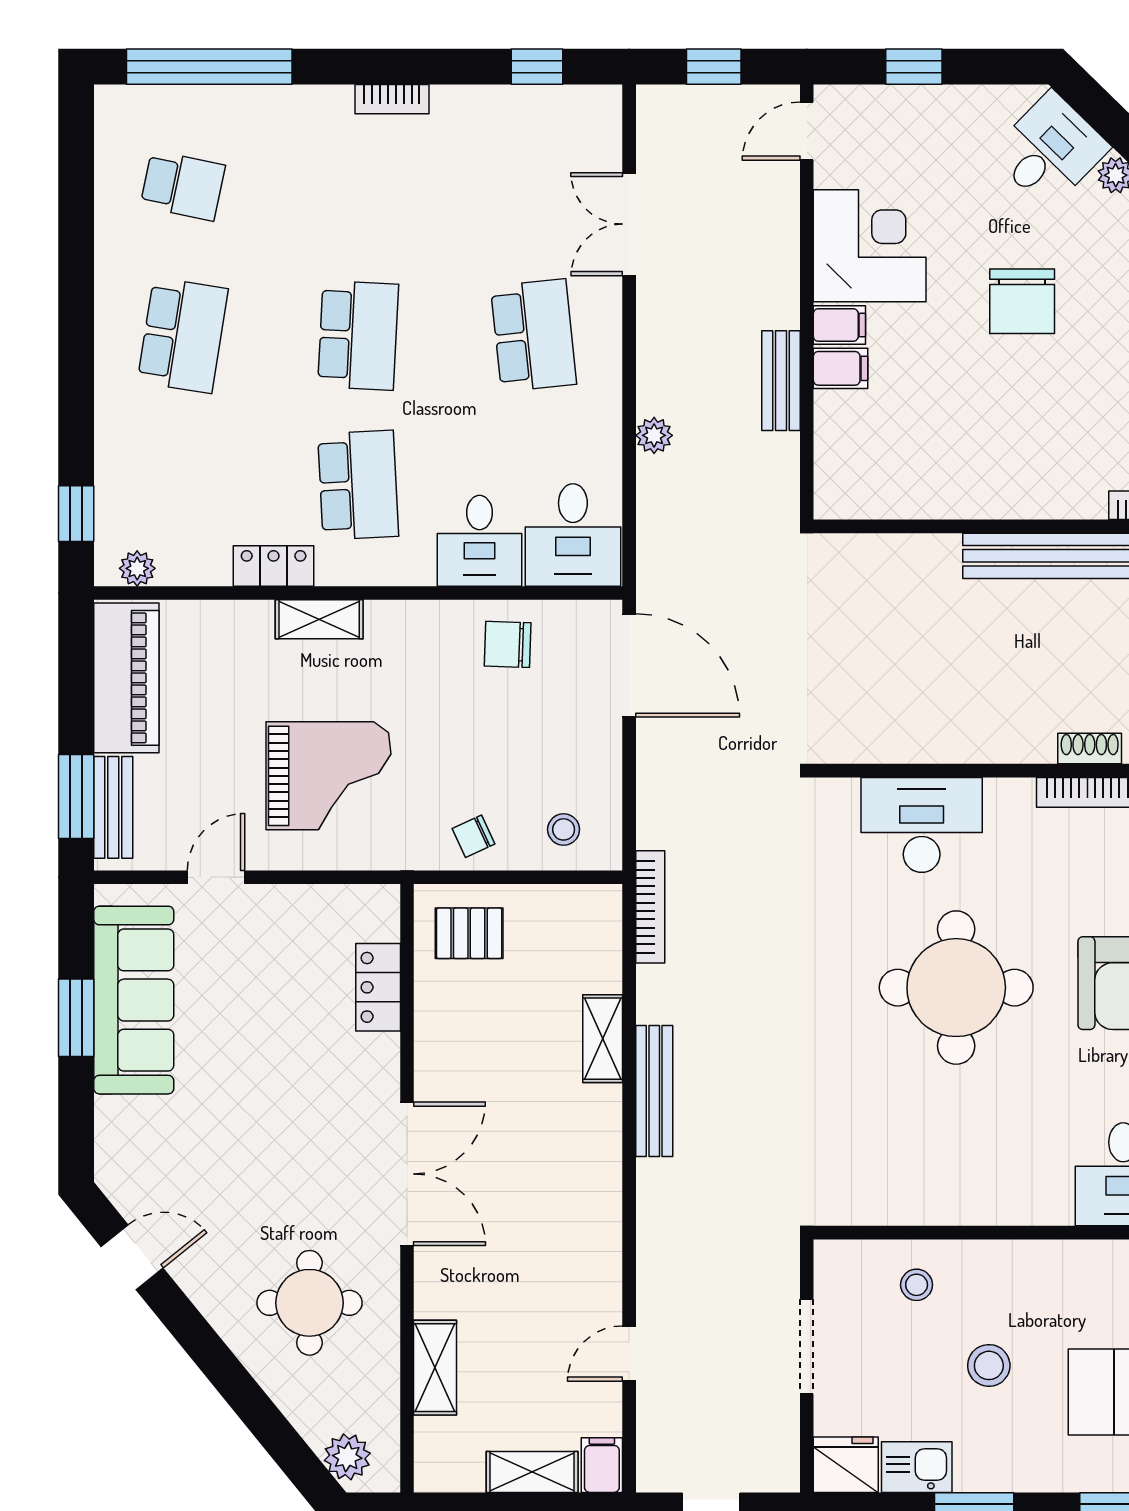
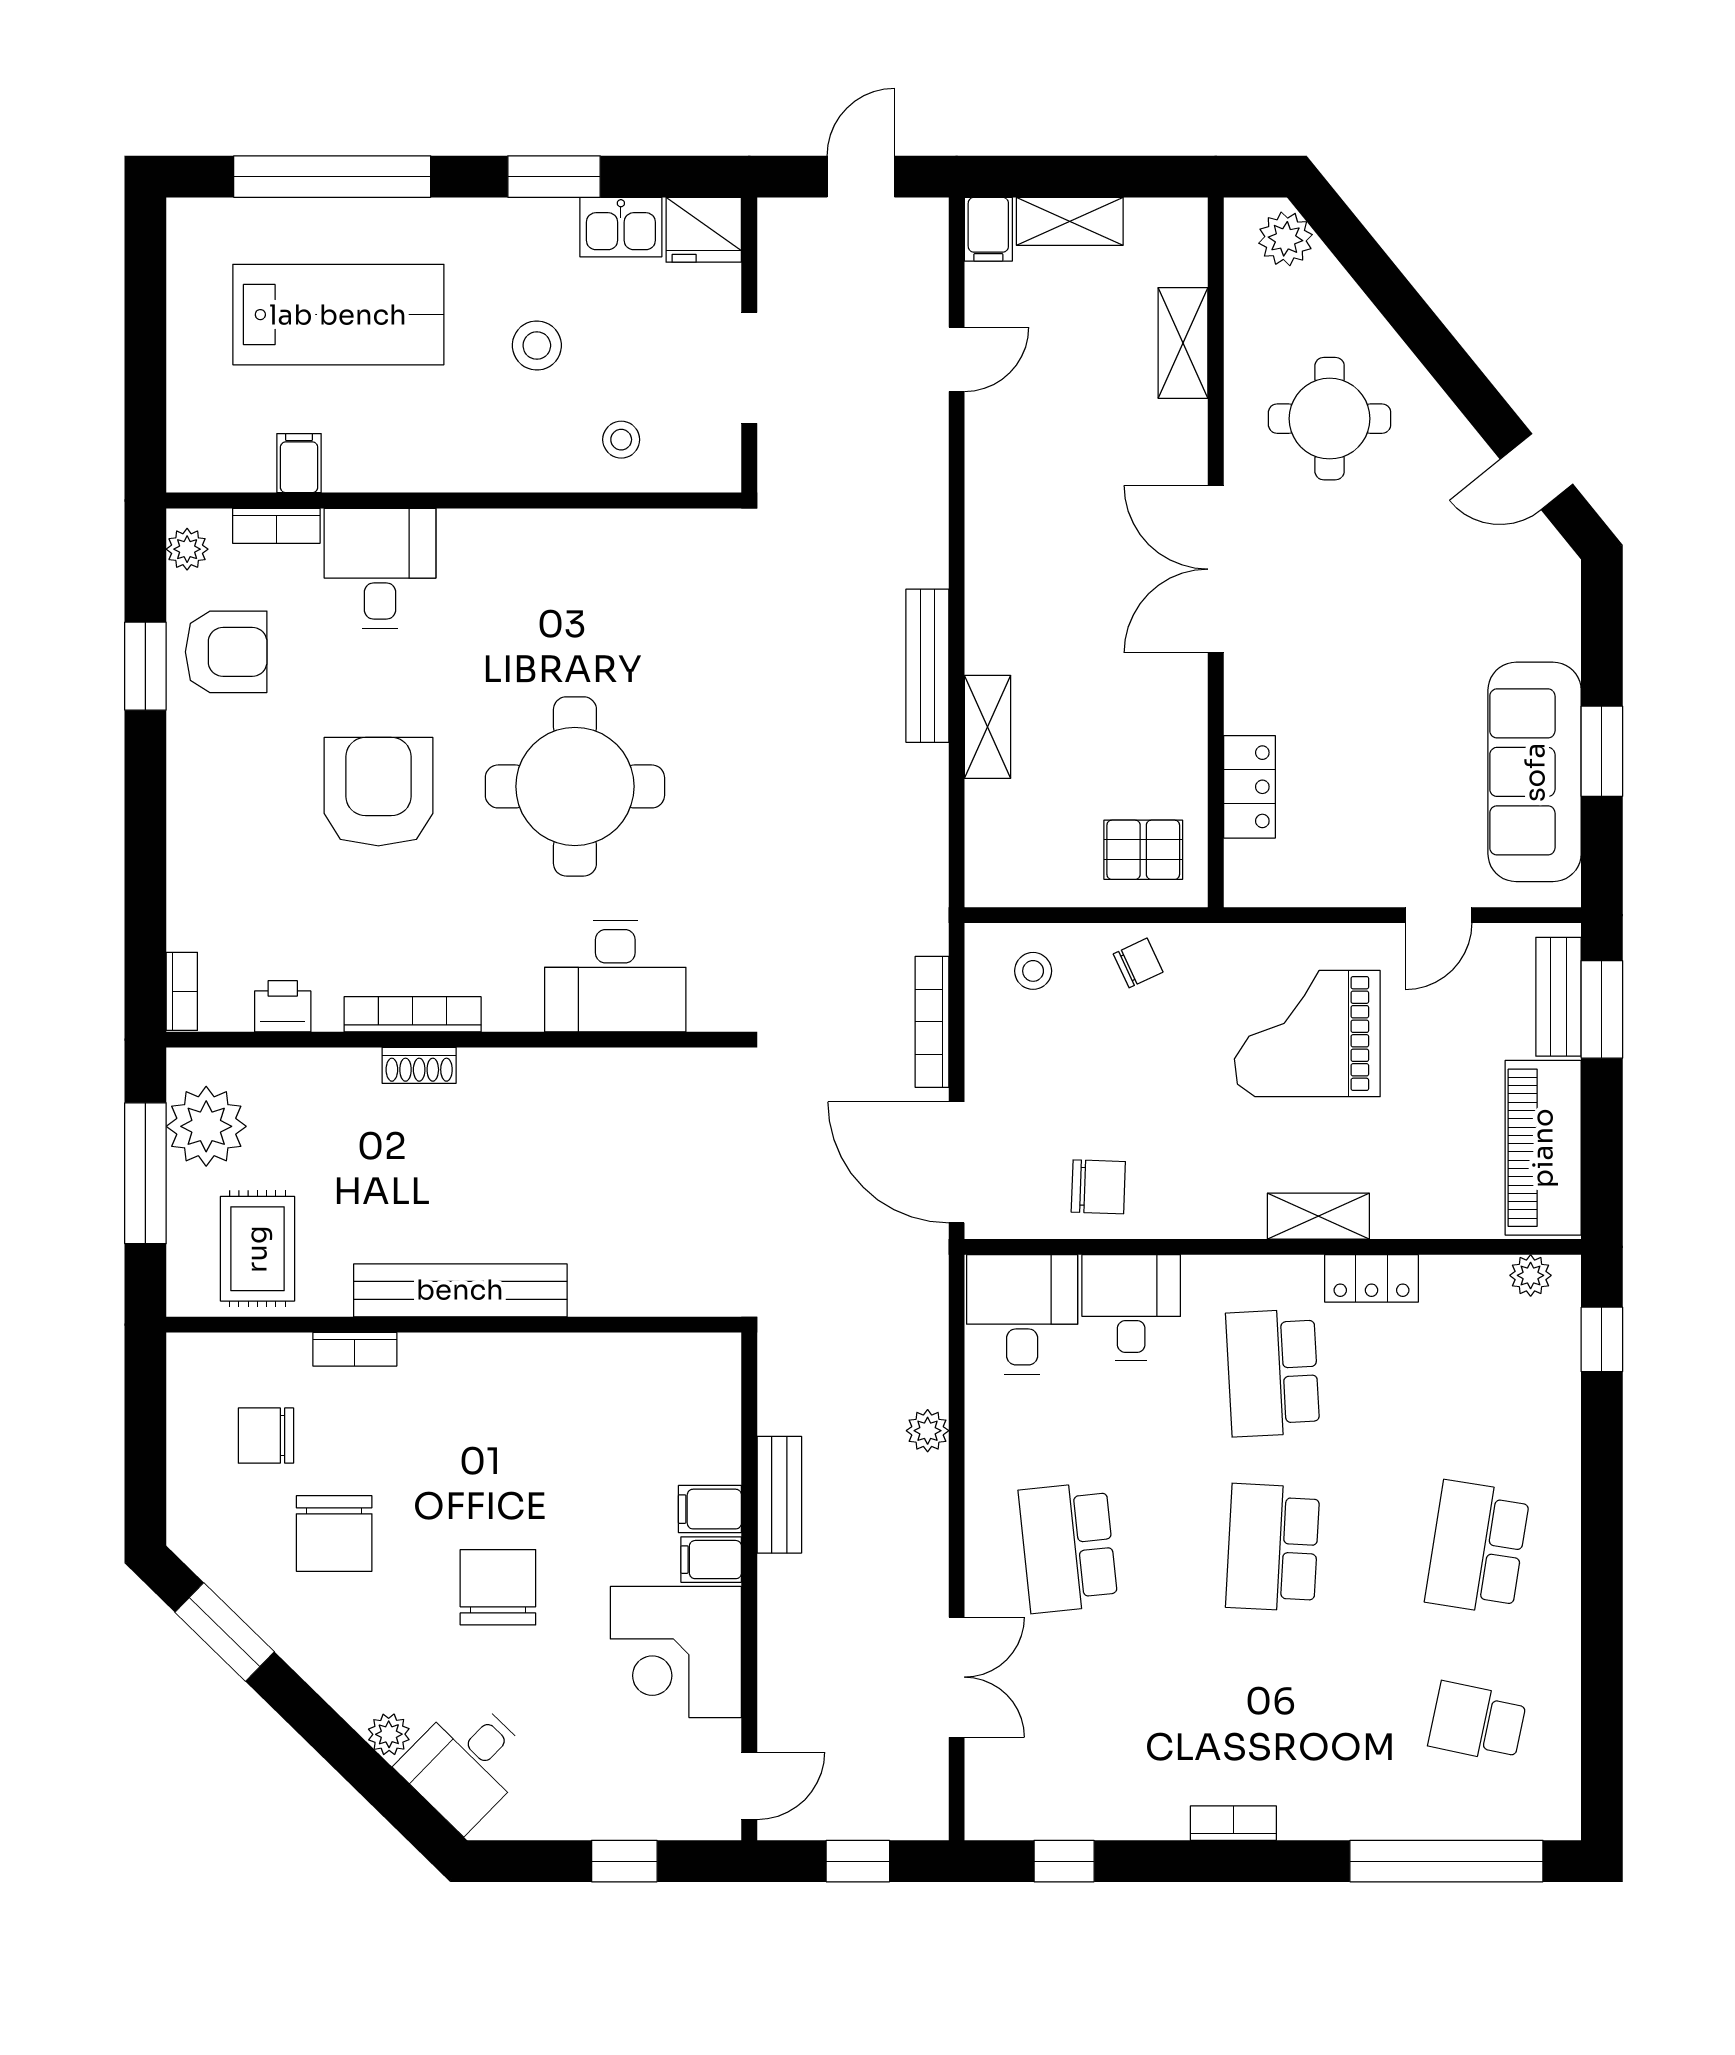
bookcase: (650, 907) -> (932, 1022), moved

